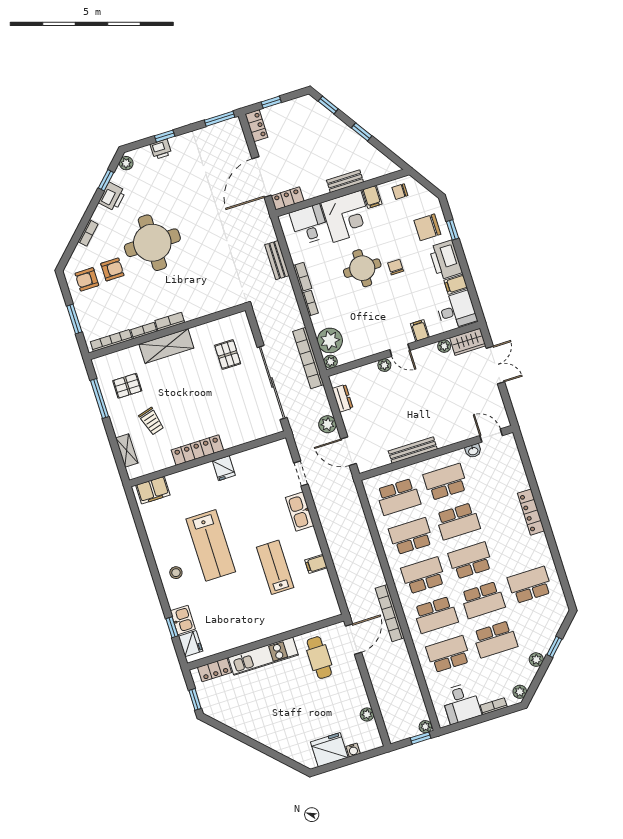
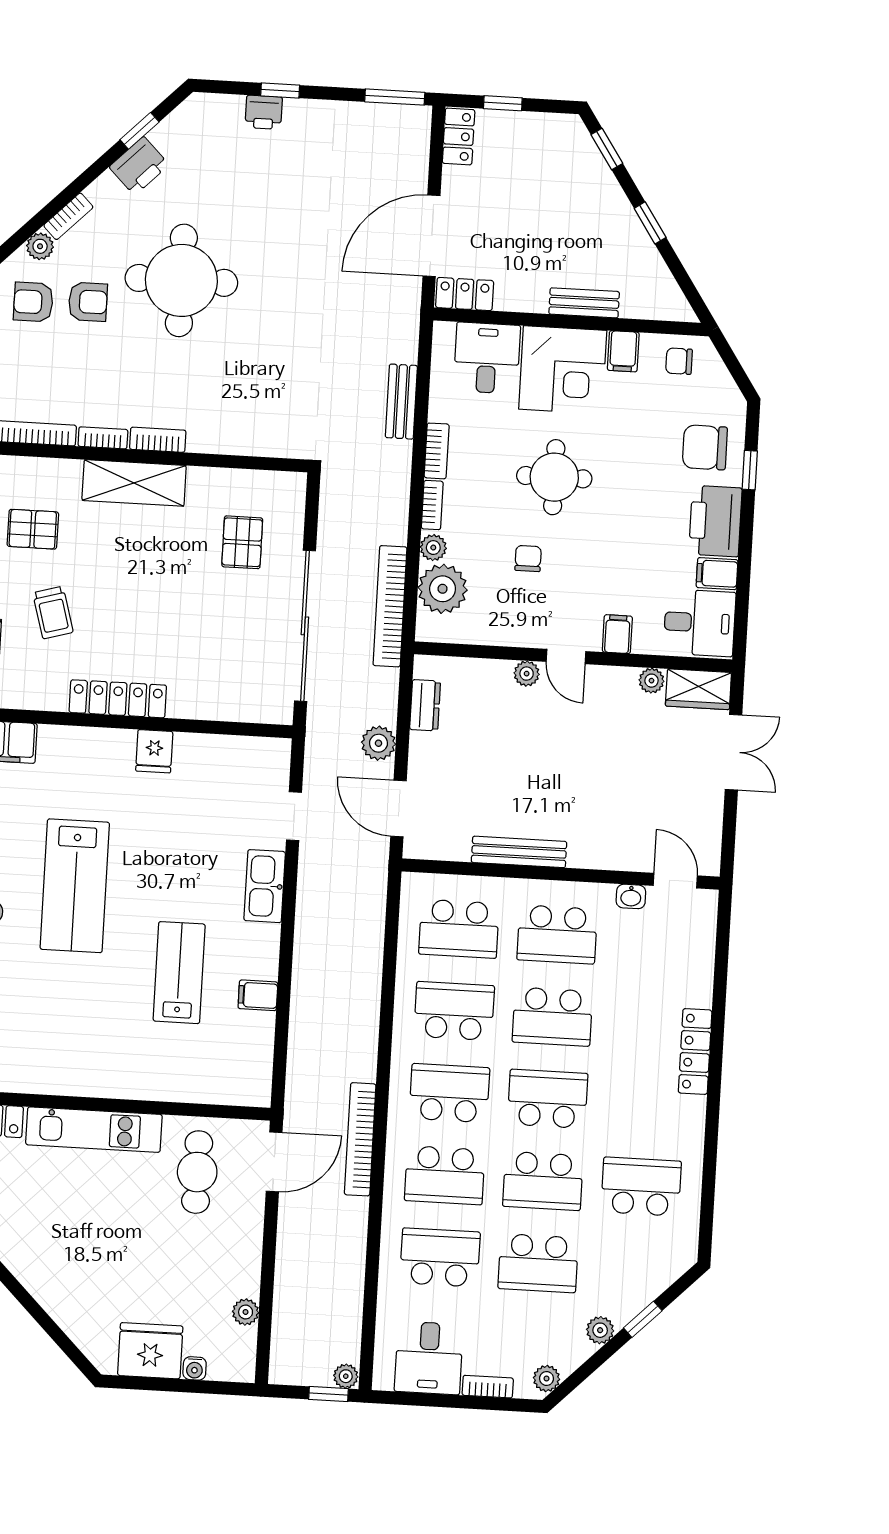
plant: (126, 163) -> (40, 246), moved
chair: (396, 267) -> (528, 558), moved
plant: (330, 362) -> (433, 548), moved
school desk: (445, 482) -> (557, 934), turned 180

